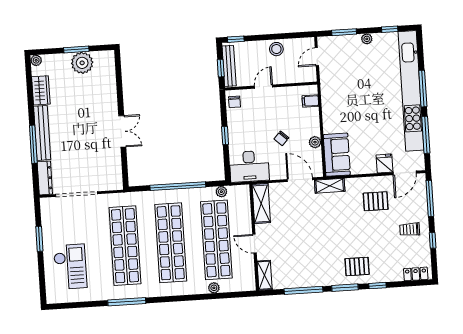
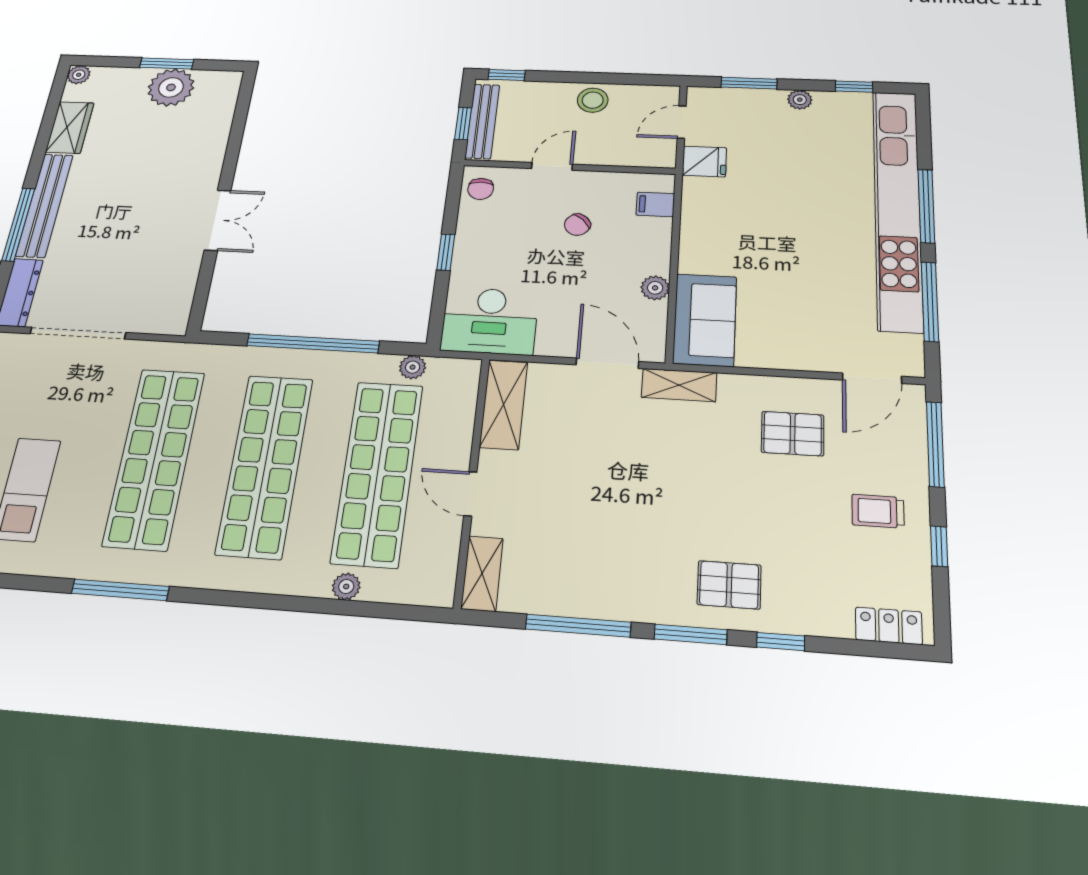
chair: (281, 138) -> (577, 225), moved
fridge: (384, 164) -> (704, 161), moved, turned 90

